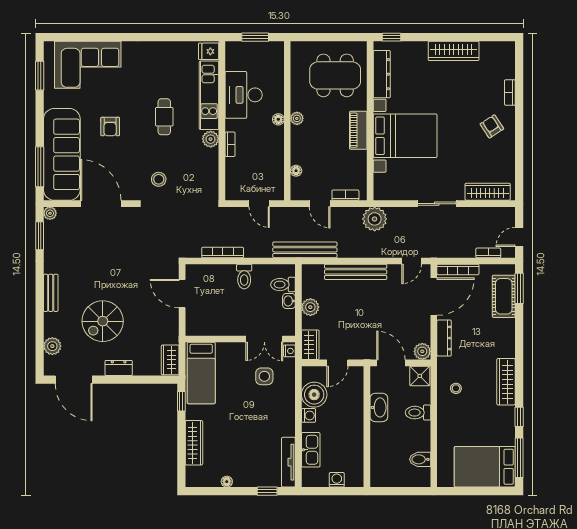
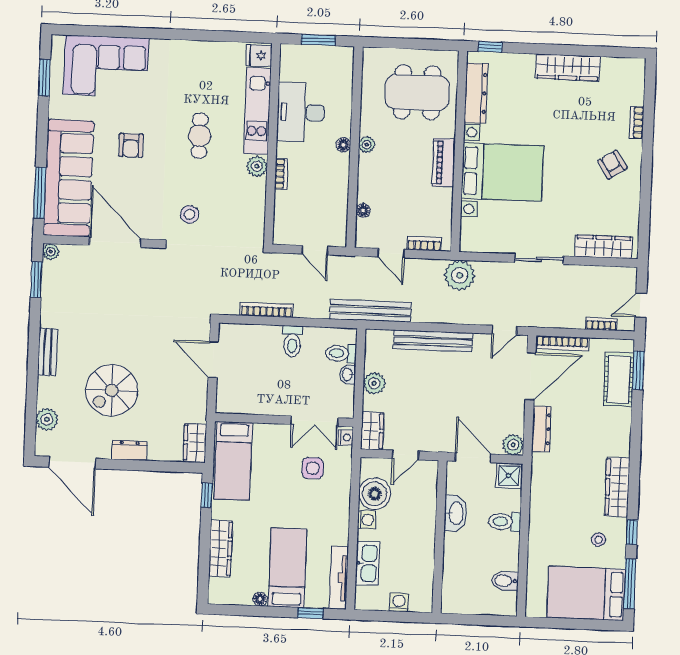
stool: (456, 388) -> (599, 540), moved
bed: (248, 456) -> (288, 568), added

